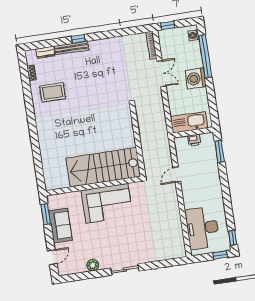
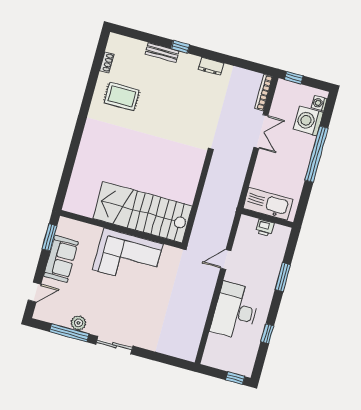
bench: (72, 48) -> (162, 52), width x0.73
dresser: (45, 52) -> (211, 66), moved
window: (205, 56) -> (316, 154), moved
washing machine: (196, 79) -> (308, 121), moved
window: (220, 151) -> (283, 277), moved
desk: (202, 228) -> (235, 311), moved
window: (233, 238) -> (267, 334), moved
window: (89, 275) -> (69, 333), added

